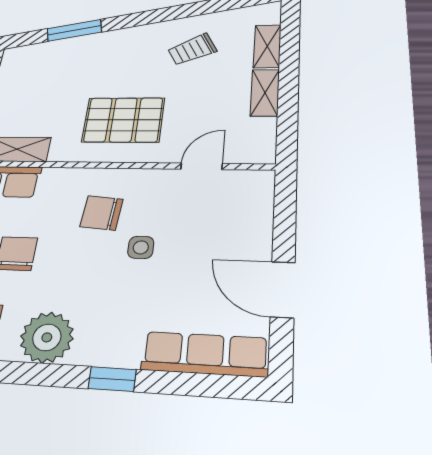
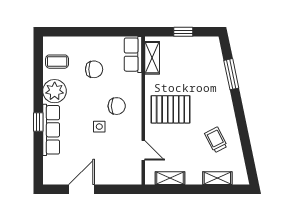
shelving: (265, 93) -> (170, 178), moved
pallet: (123, 120) -> (170, 109), turned 90
chair: (101, 213) -> (117, 106), turned 85
row of seats: (205, 354) -> (51, 130), moved

